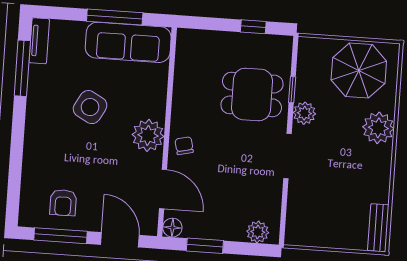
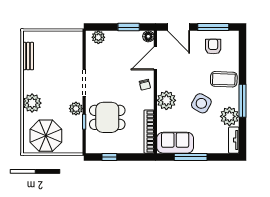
sofa: (128, 42) -> (175, 143), width x0.73
bookcase: (183, 65) -> (149, 132), added
window: (22, 68) -> (243, 101), moved
plant: (44, 82) -> (229, 116), added
plant: (148, 135) -> (166, 100), moved
coffee table: (49, 146) -> (224, 79), added
door: (163, 189) -> (155, 58), hinge flipped
bench: (378, 228) -> (28, 56), moved

